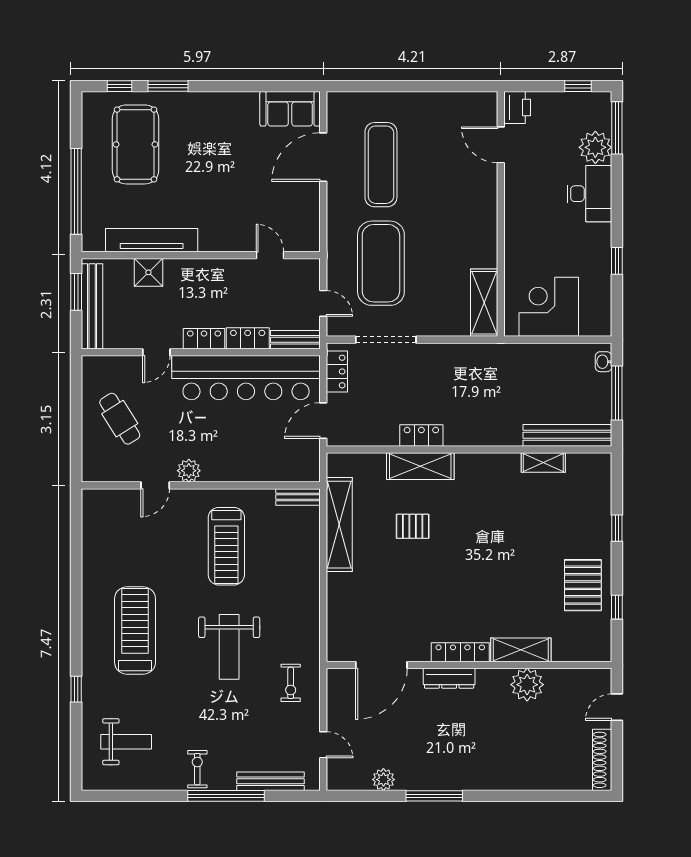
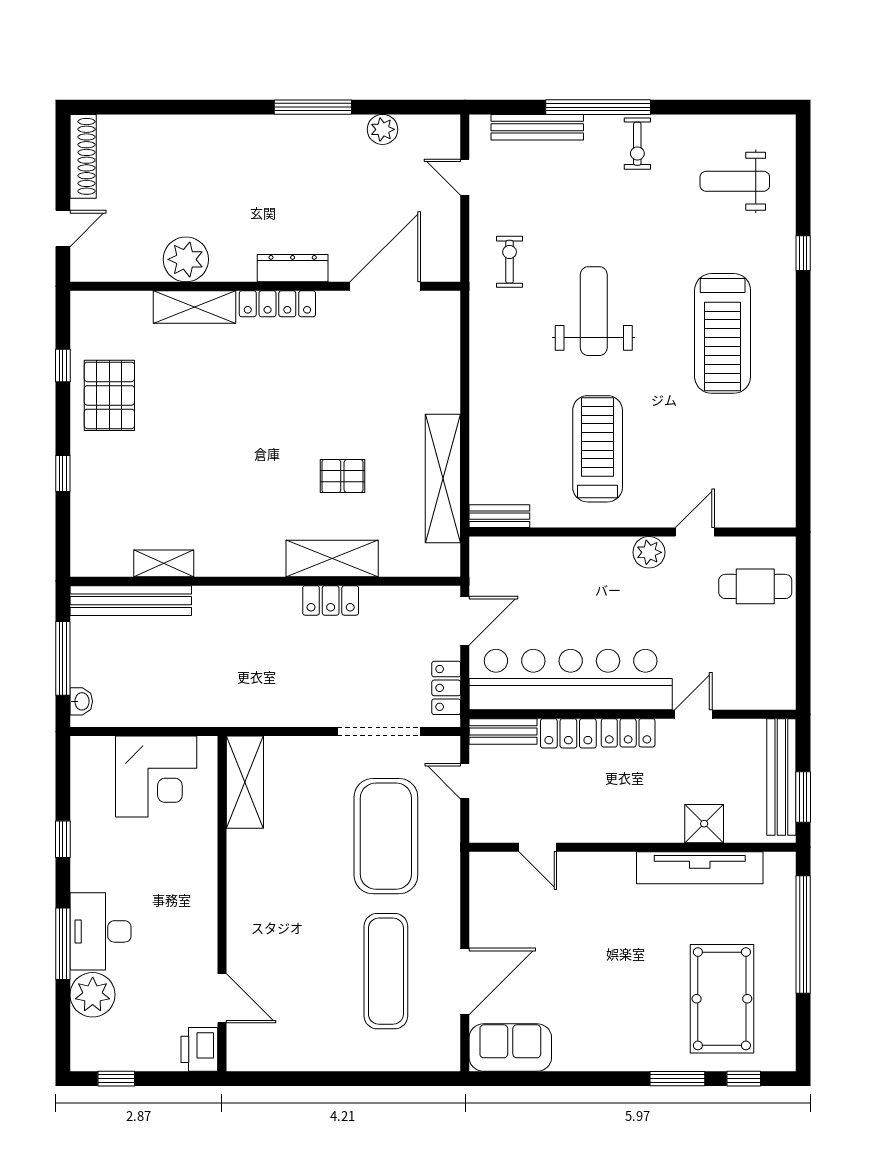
window: (617, 128) -> (63, 944), moved
cafe table: (120, 419) -> (755, 586), moved, turned -58

